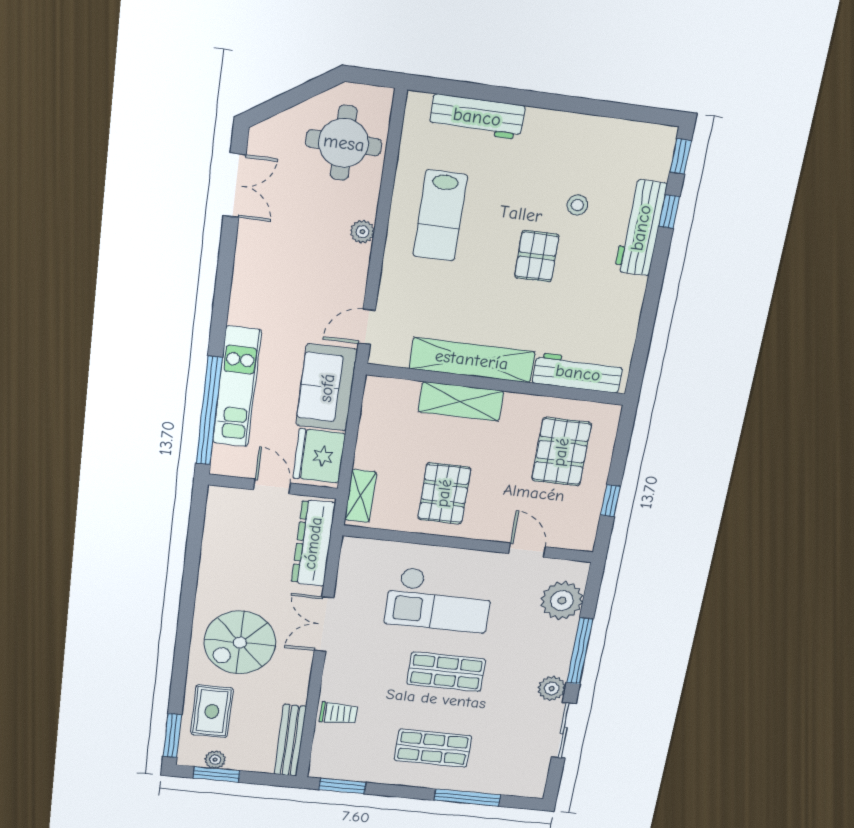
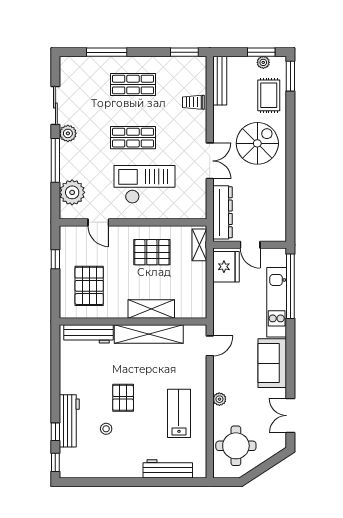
sofa: (327, 388) -> (272, 363), moved, turned 180
pallet: (444, 493) -> (152, 252), turned 90

